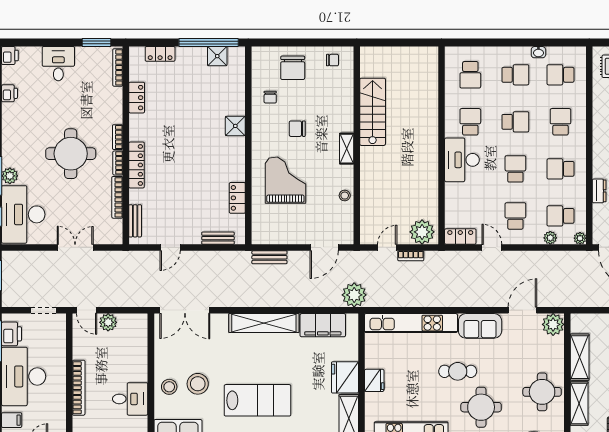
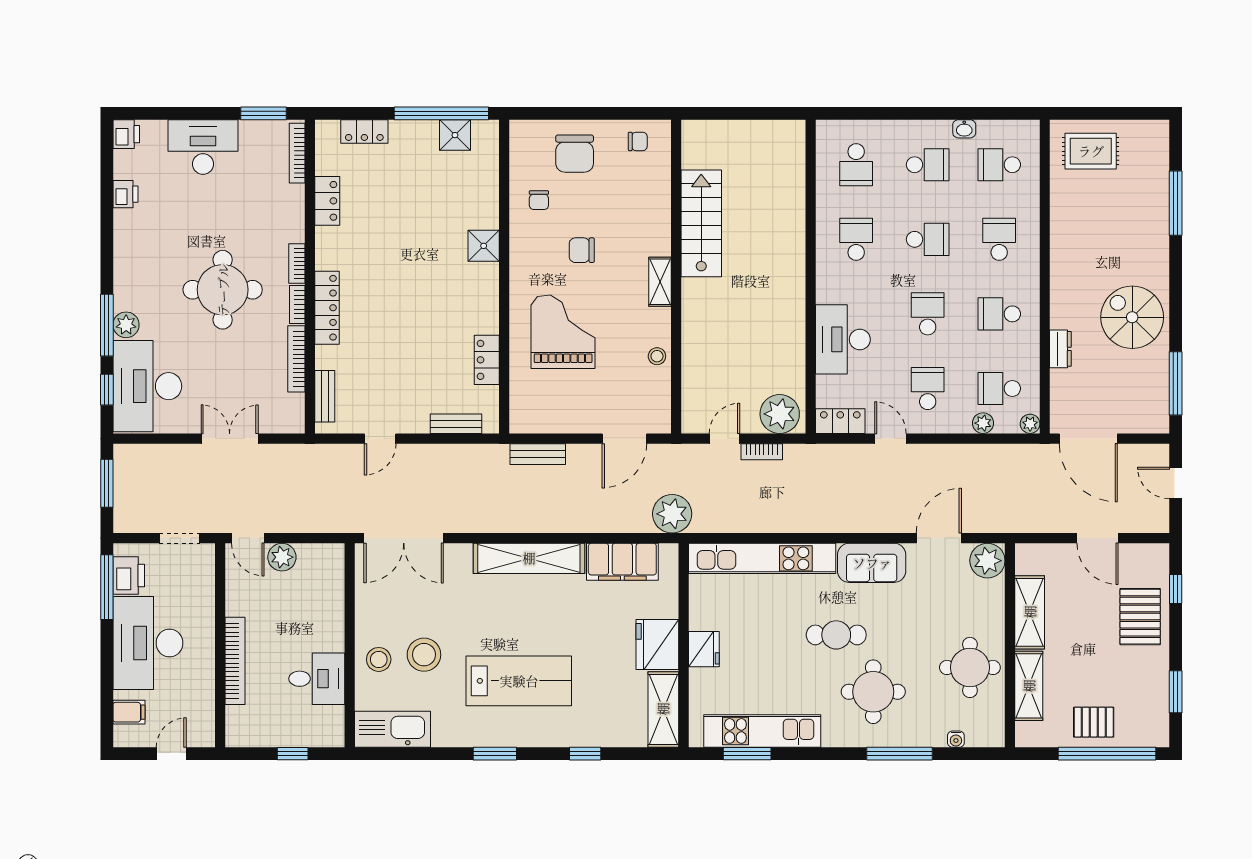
desk: (58, 64) -> (203, 147), width x1.37
desk: (462, 160) -> (843, 339), moved

